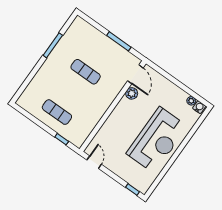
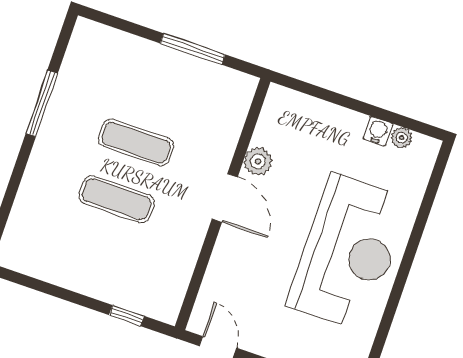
door: (135, 74) -> (225, 198), moved
water cooler: (199, 107) -> (378, 131), moved
exercise mat: (57, 112) -> (117, 199), moved

